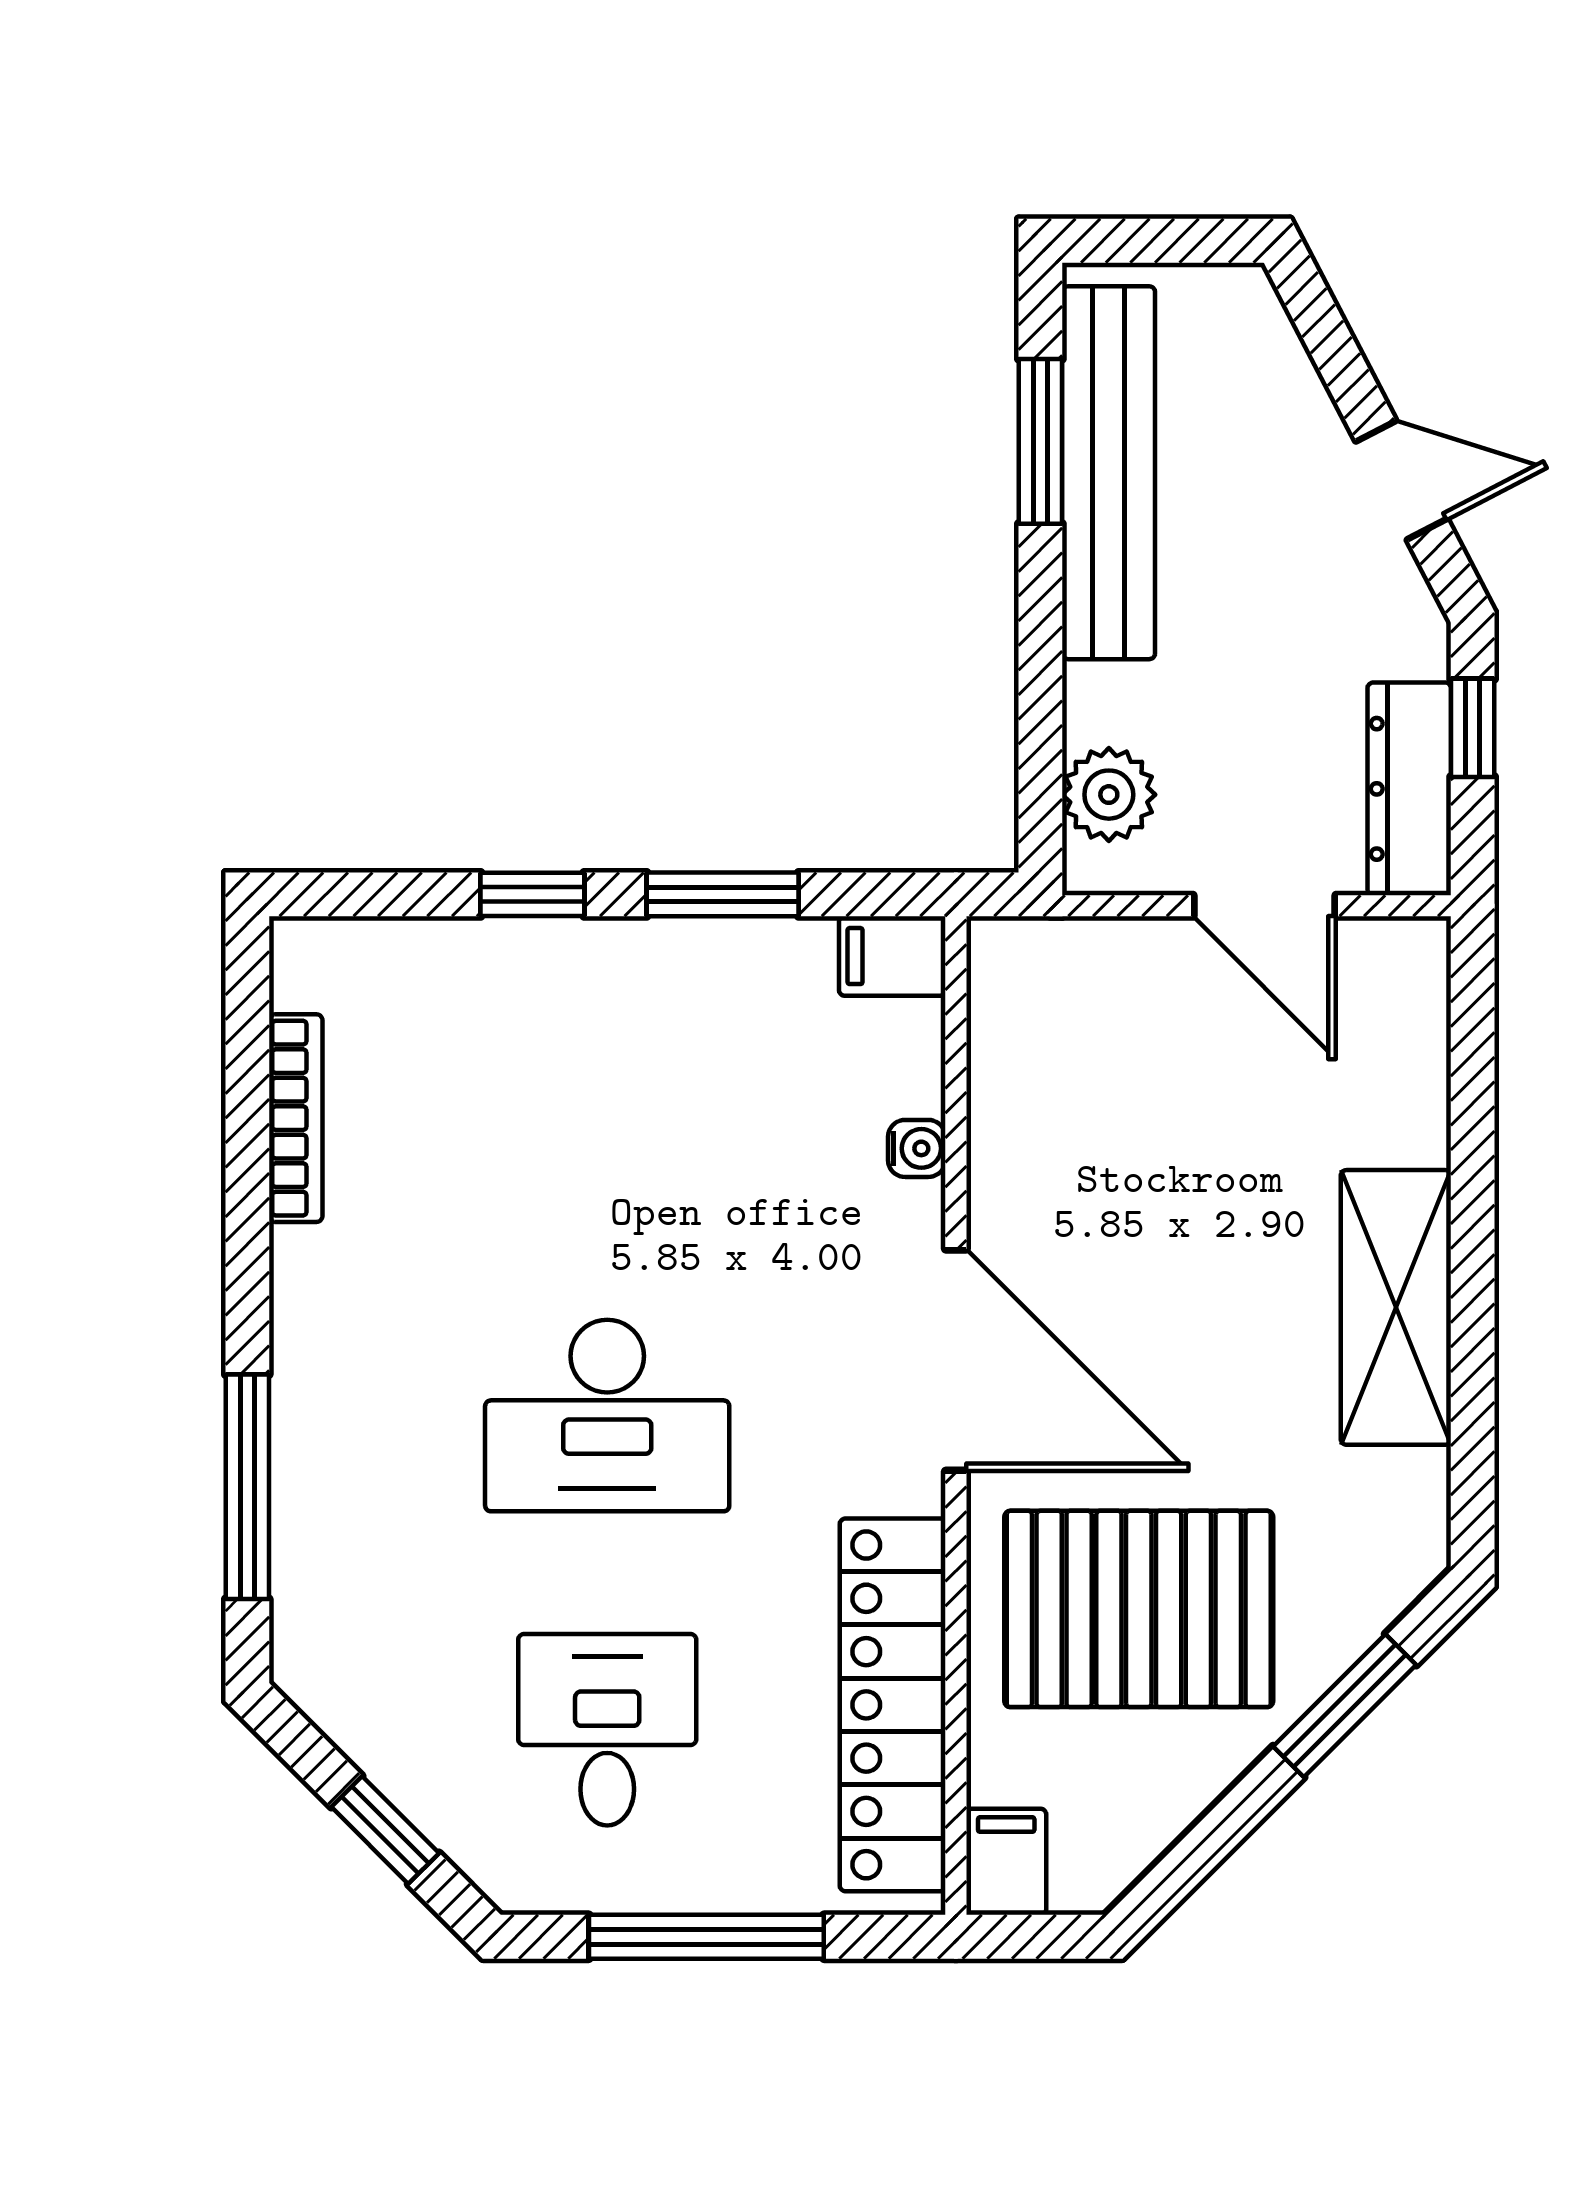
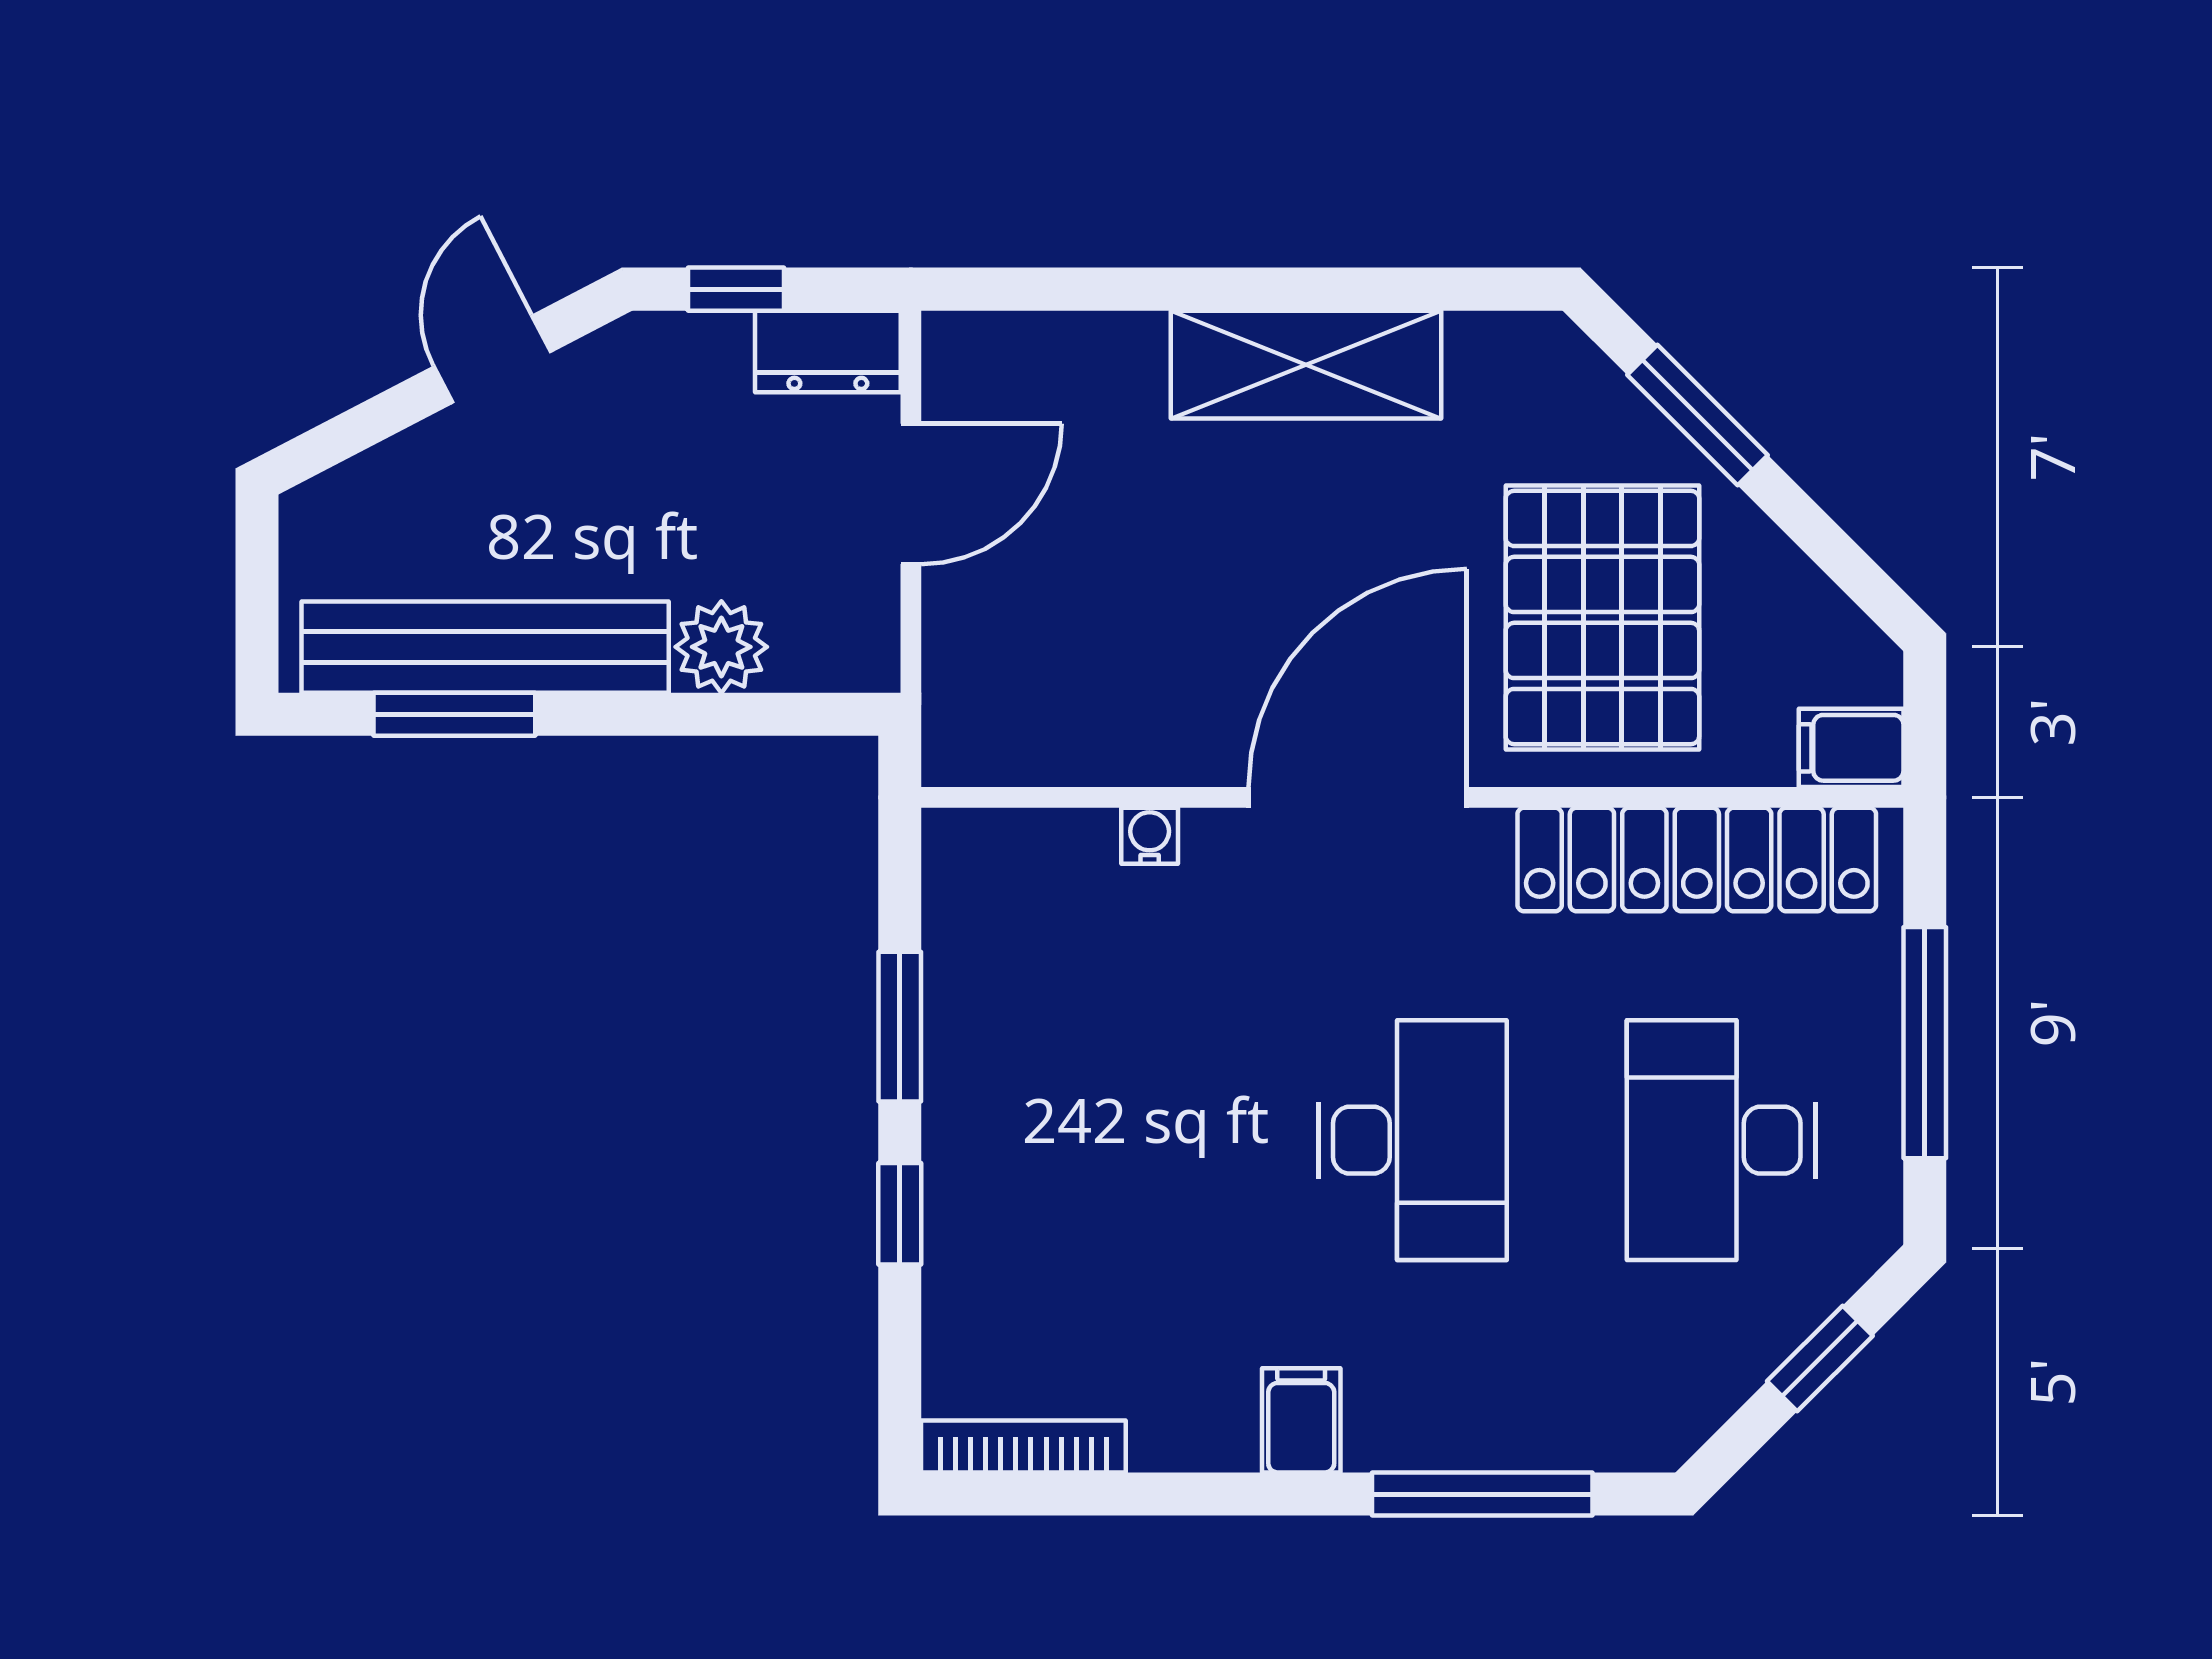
dresser: (1409, 789) -> (828, 351), width x0.70
plant: (1109, 795) -> (721, 647), moved
filing cabinet: (892, 956) -> (1301, 1420), moved, turned 180
bookcase: (296, 1118) -> (1023, 1446), moved
desk: (607, 1730) -> (1721, 1140), width x1.37

